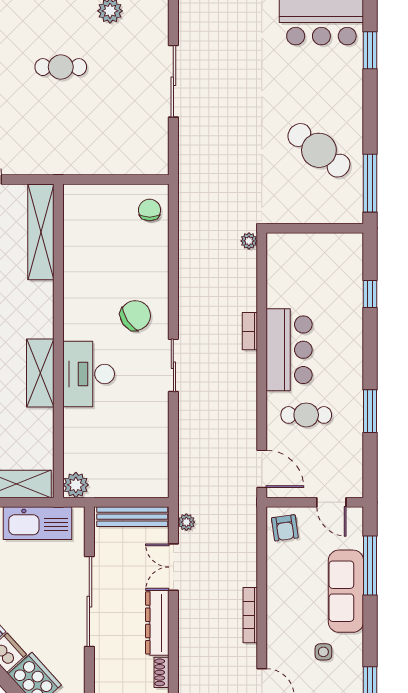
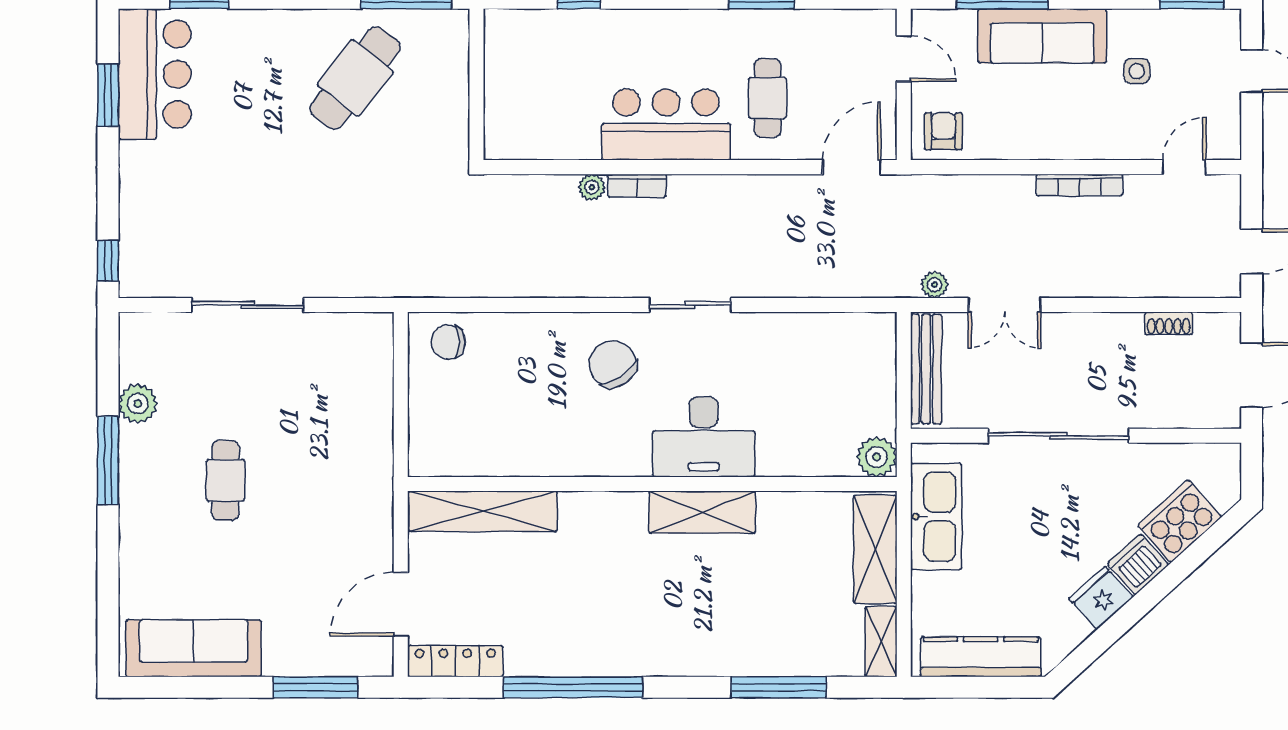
plant: (249, 241) -> (592, 187), moved
door: (331, 502) -> (904, 59), hinge flipped
armchair: (285, 528) -> (943, 131), turned -82
dresser: (157, 623) -> (1092, 330), removed

